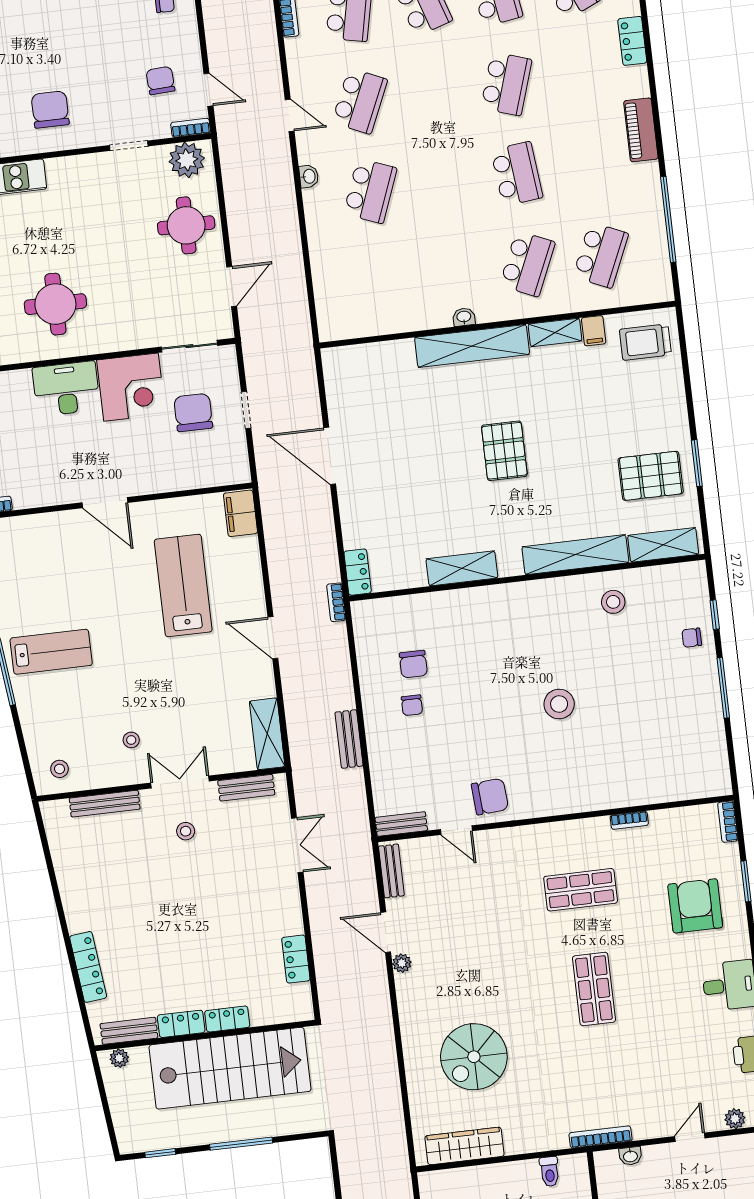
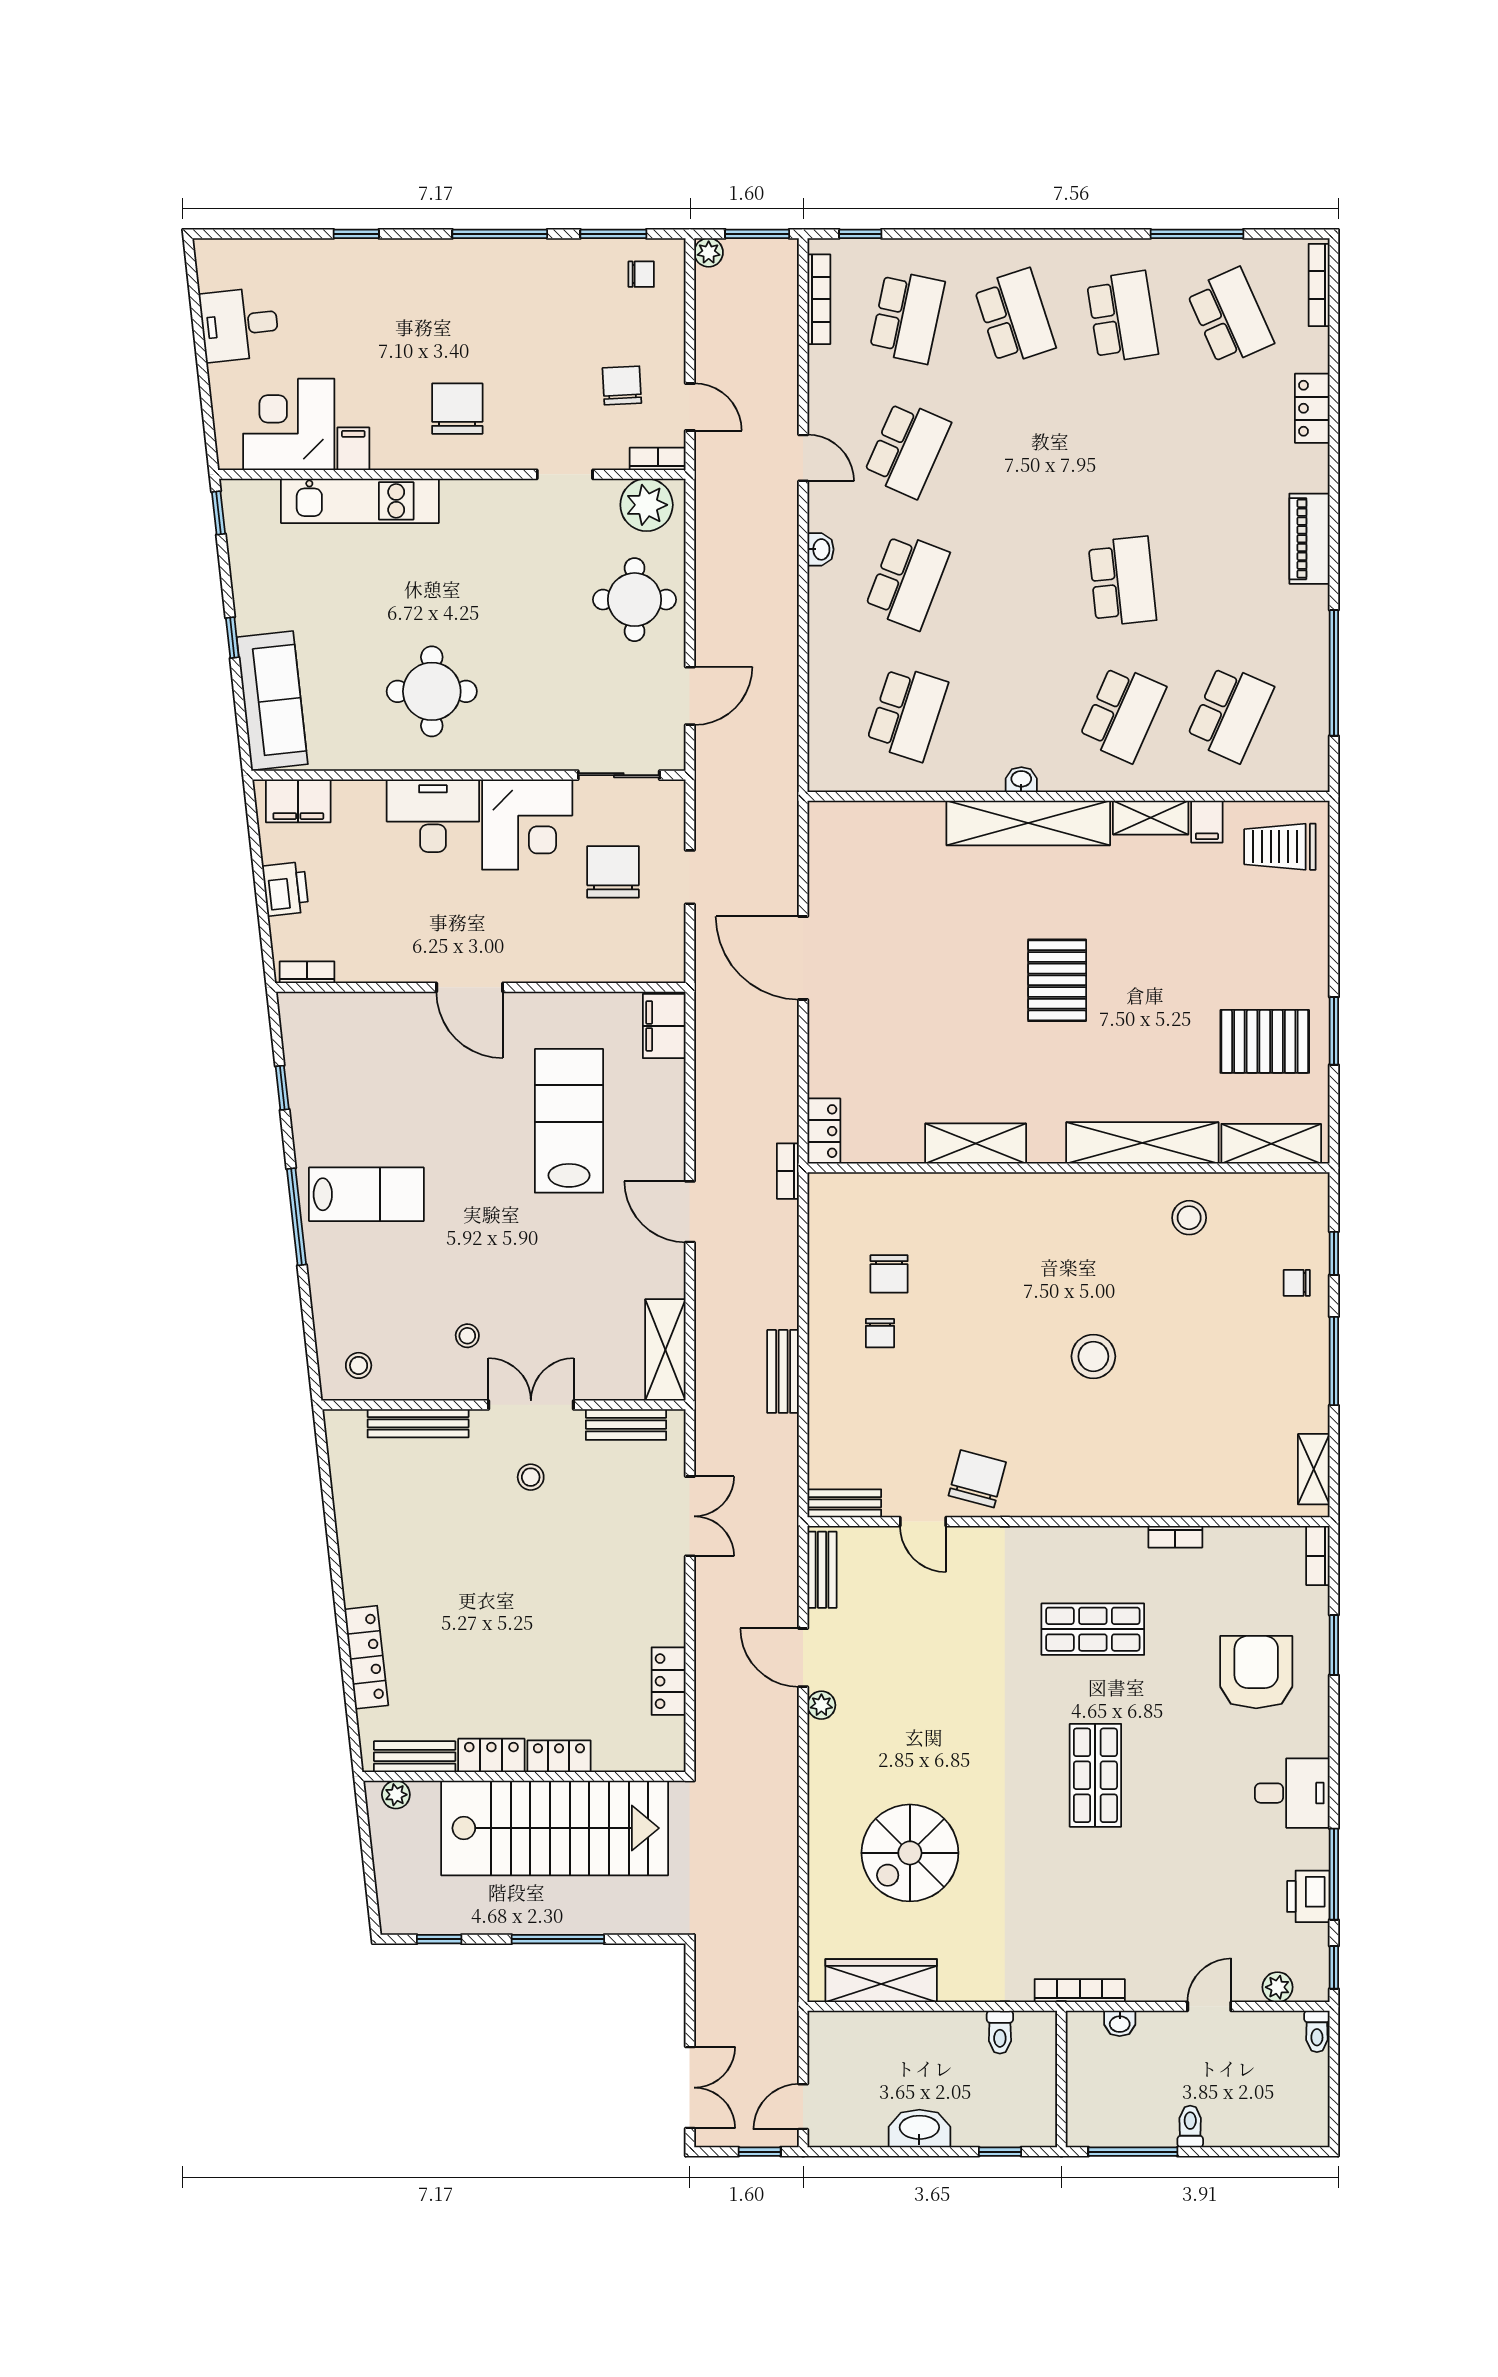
school desk: (506, 84) -> (907, 713), moved
shelving: (718, 763) -> (1314, 1469), added
chair: (490, 797) -> (977, 1479), turned -71

